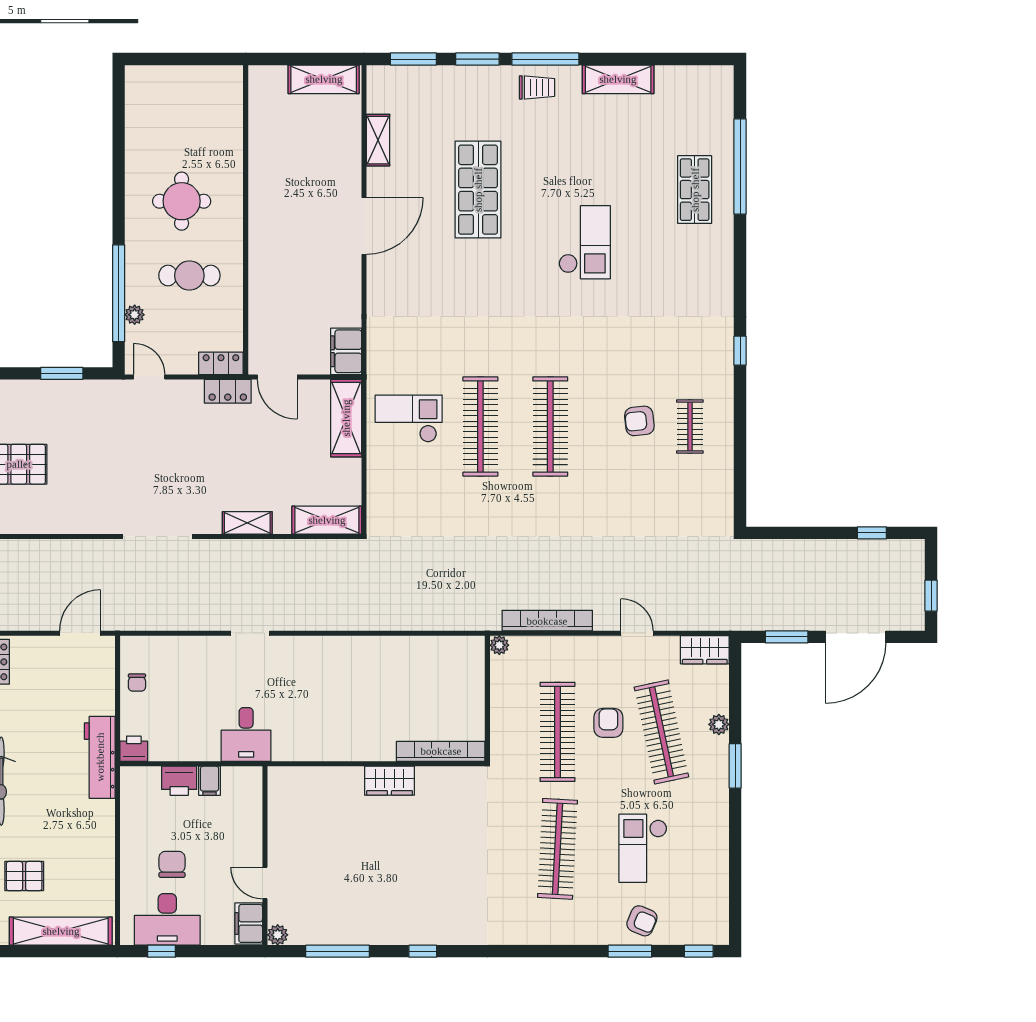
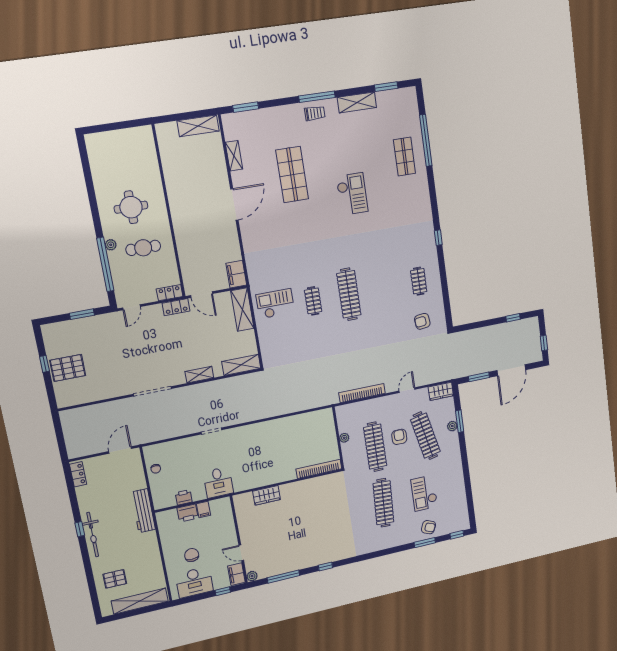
window: (477, 59) -> (386, 87), moved
plant: (135, 315) -> (111, 245), moved
door: (149, 377) -> (131, 307), swing flipped
armchair: (639, 421) -> (422, 321), moved
clothes rail: (480, 427) -> (313, 301), width x0.54, depth x0.76
door: (637, 633) -> (407, 390), hinge flipped
plant: (499, 645) -> (344, 438), moved
printer: (134, 749) -> (184, 497), moved
window: (735, 766) -> (460, 421), moved
wardrobe: (389, 781) -> (267, 495), moved
window: (162, 951) -> (223, 591), moved

